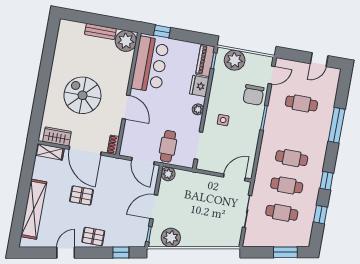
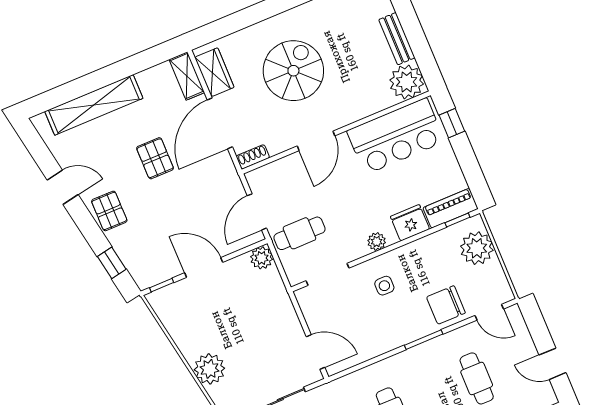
plant: (171, 238) -> (209, 369), moved

